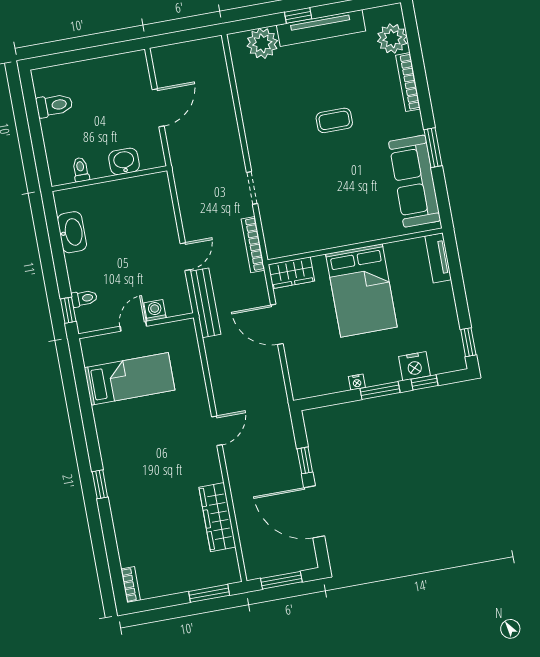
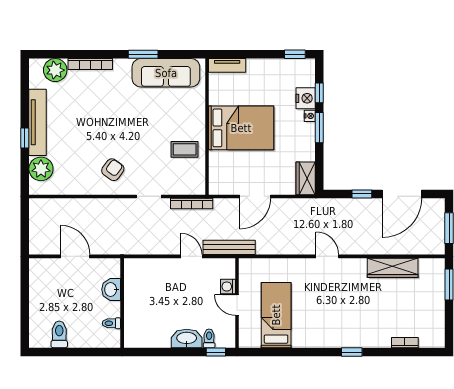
coffee table: (334, 120) -> (185, 149), moved, turned 90
armchair: (278, 136) -> (113, 170), added
washbasin: (72, 232) -> (187, 338), moved
wardrobe: (291, 273) -> (306, 178), moved, turned 180
nightstand: (357, 382) -> (310, 116), moved
bookcase: (131, 585) -> (405, 343), moved

